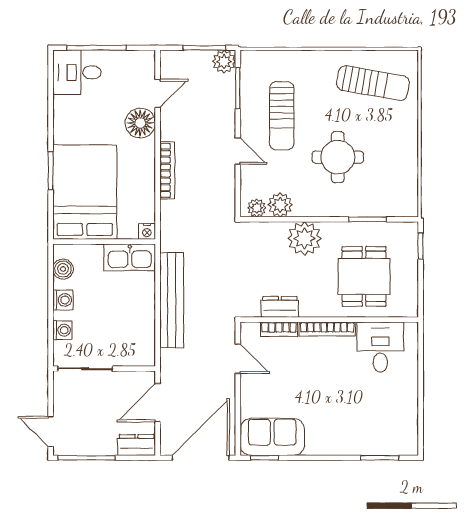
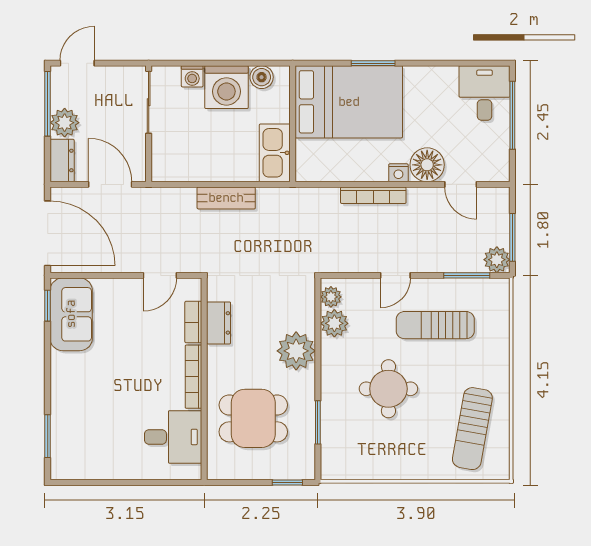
nightstand: (147, 231) -> (398, 173), moved, turned -90
washing machine: (63, 300) -> (226, 87), width x1.89, depth x1.89
bench: (172, 300) -> (226, 198), width x0.54, depth x0.82
plant: (103, 443) -> (65, 123), added

